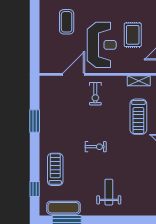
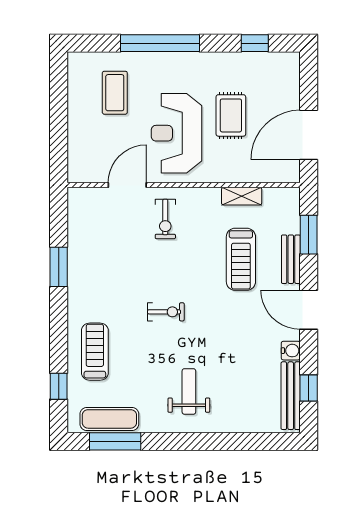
reception desk: (102, 45) -> (176, 133), turned 180

